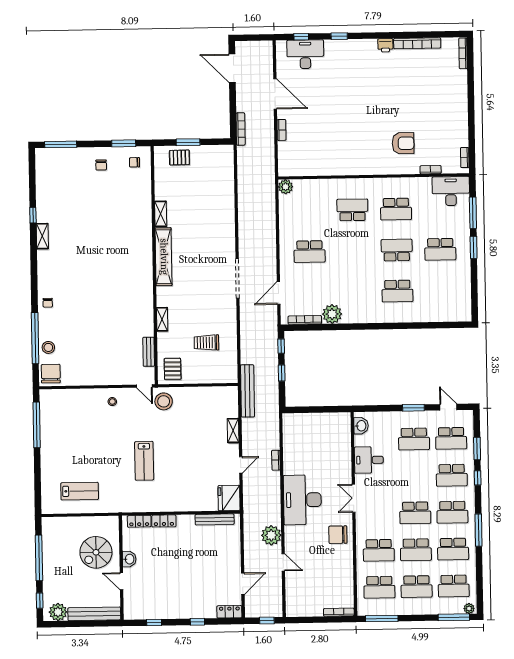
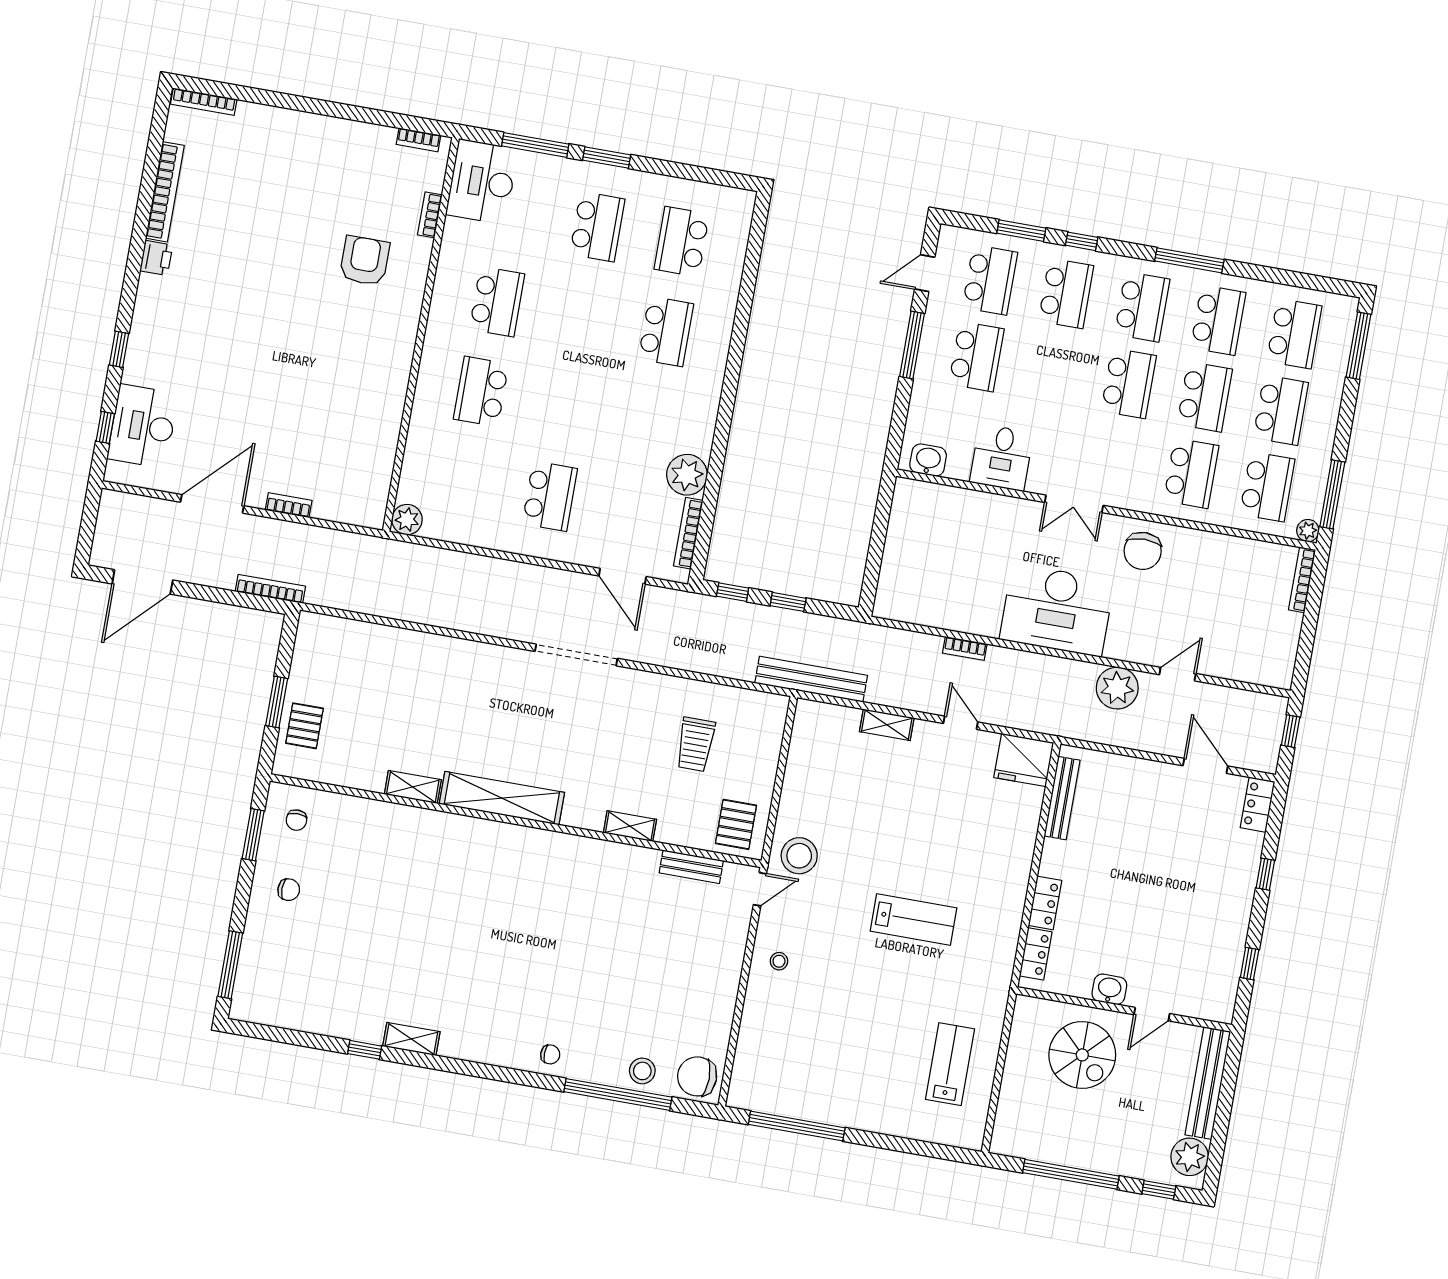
school desk: (397, 250) -> (682, 242), moved
pallet: (173, 369) -> (736, 824), turned 90
window: (413, 408) -> (912, 345), width x1.44
plant: (469, 608) -> (1308, 531), moved

